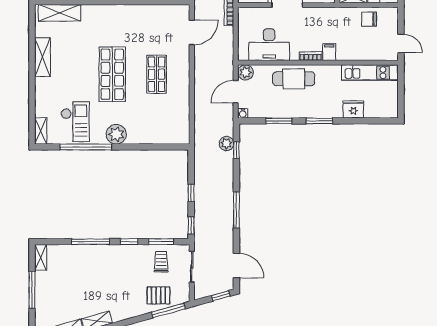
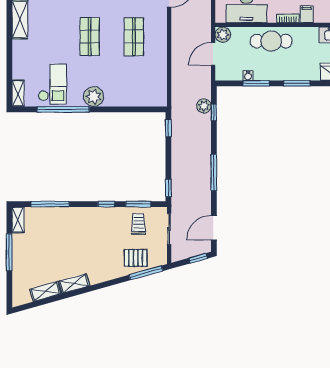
shop shelf: (112, 74) -> (90, 37), width x0.70, depth x0.74
water cooler: (243, 113) -> (248, 76), moved
window: (191, 193) -> (168, 128), moved
window: (90, 242) -> (50, 204), moved
door: (236, 265) -> (214, 228), swing flipped

